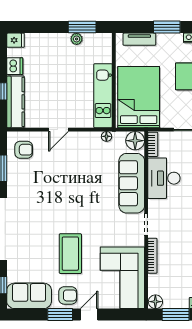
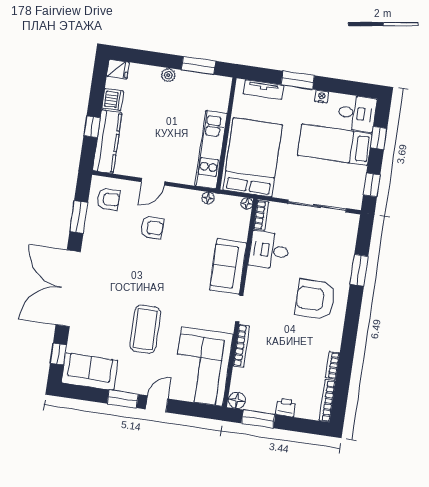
plant: (77, 39) -> (168, 75), moved
floor lamp: (135, 141) -> (247, 204), width x0.53, depth x0.53
desk: (164, 178) -> (269, 250), width x0.73
sofa: (132, 183) -> (228, 266), width x0.73
armchair: (68, 295) -> (152, 228), moved

